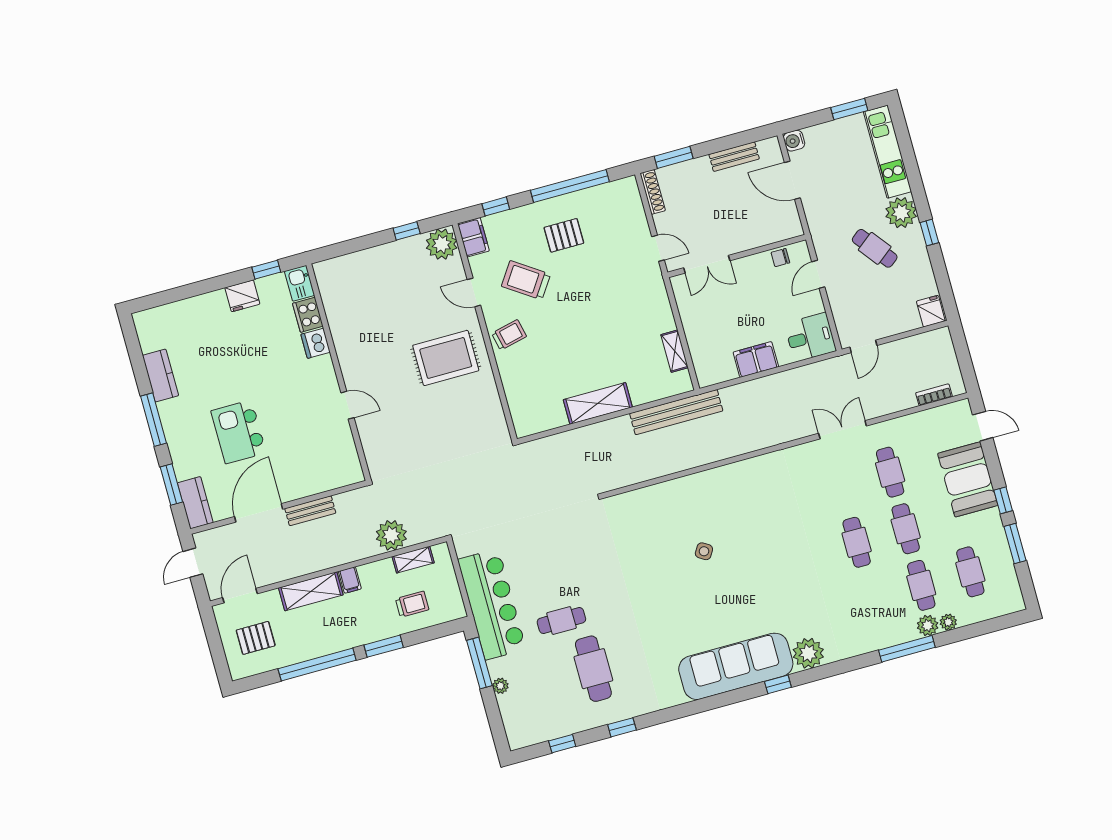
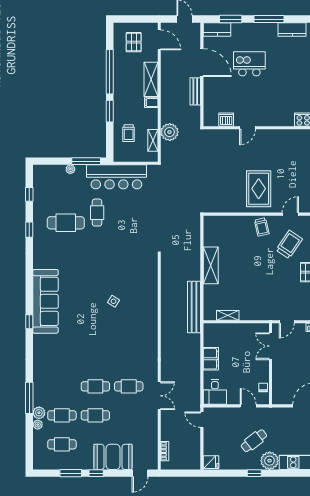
dishwasher: (316, 343) -> (226, 120), moved
cafe table: (890, 472) -> (129, 386), moved
plant: (808, 653) -> (42, 343), removed

